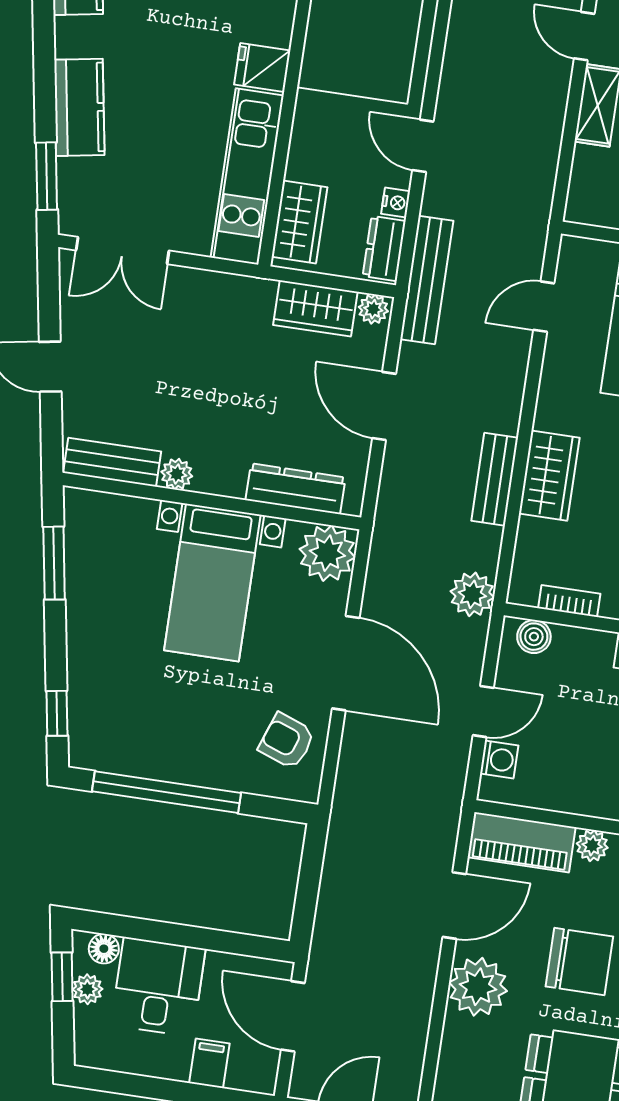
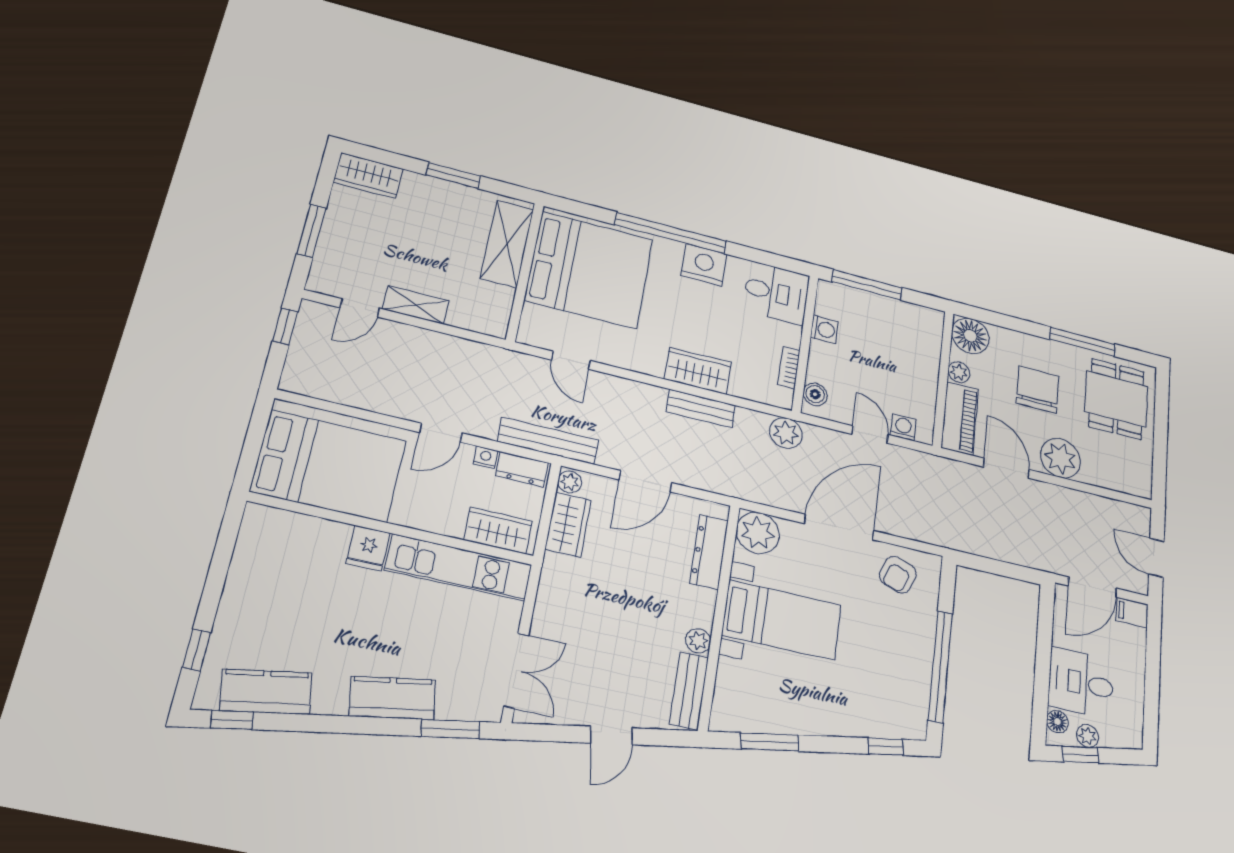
filing cabinet: (209, 1063) -> (1132, 613), moved

